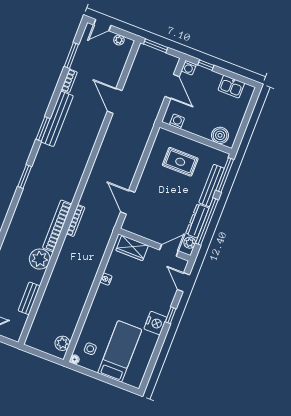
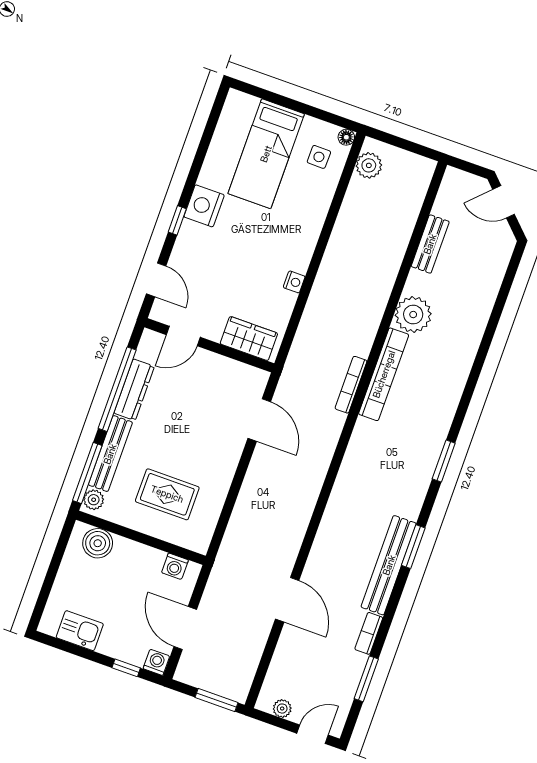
plant: (190, 243) -> (94, 500), moved

